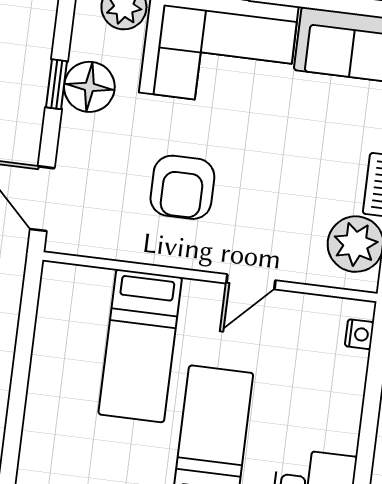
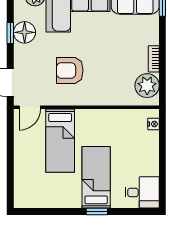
armchair: (182, 187) -> (70, 70), turned 90
door: (251, 282) -> (30, 107), moved

